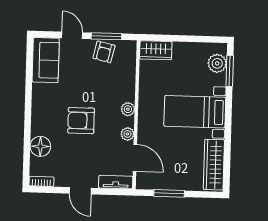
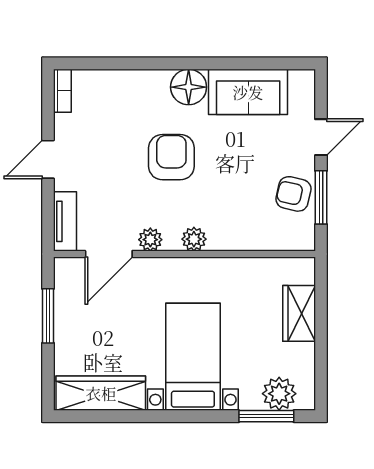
wardrobe: (156, 50) -> (299, 313), moved
sofa: (46, 60) -> (248, 92), moved
floor lamp: (40, 146) -> (189, 87), moved

